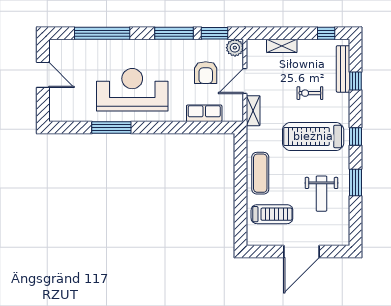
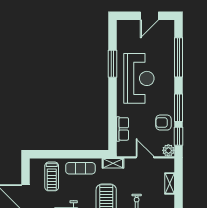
armchair: (206, 73) -> (164, 123), moved
shelving: (253, 111) -> (113, 163), moved

